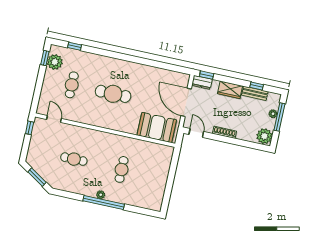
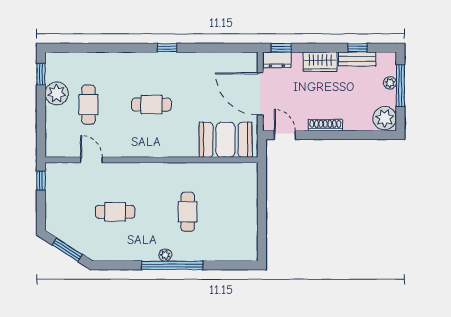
window: (75, 46) -> (167, 48), moved
plant: (55, 62) -> (57, 93), moved
cafe table: (113, 94) -> (151, 105), width x0.73, depth x0.74
door: (54, 119) -> (91, 160), moved

